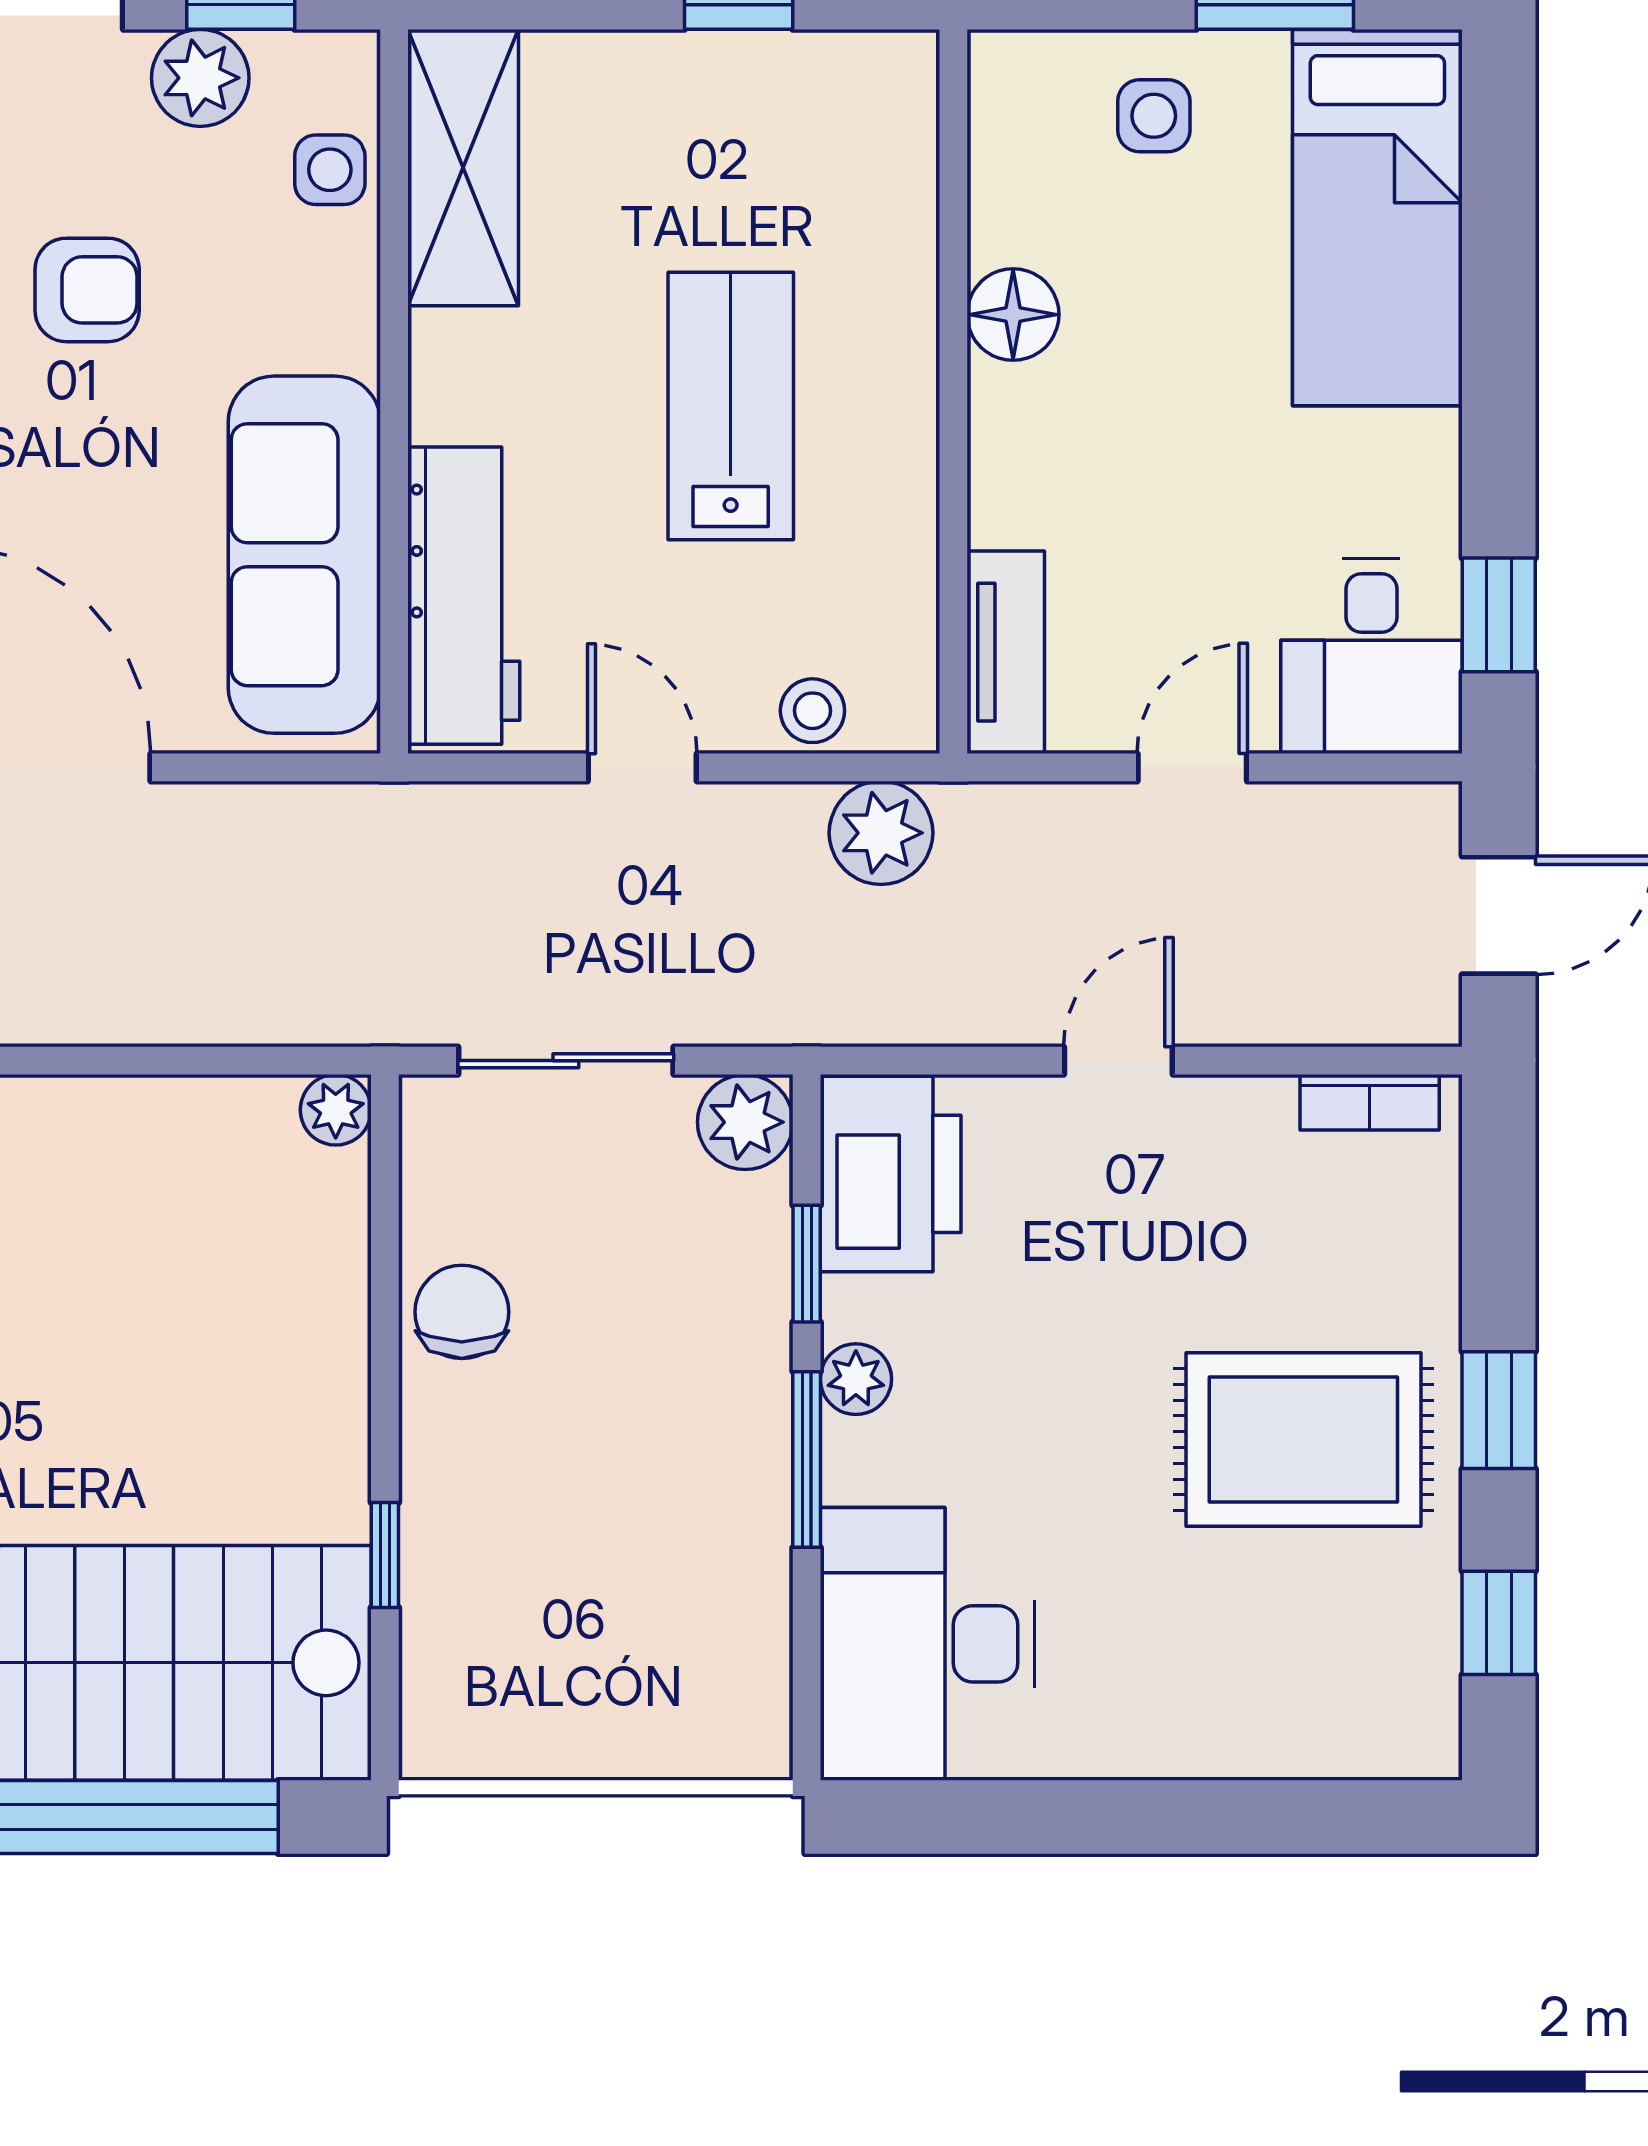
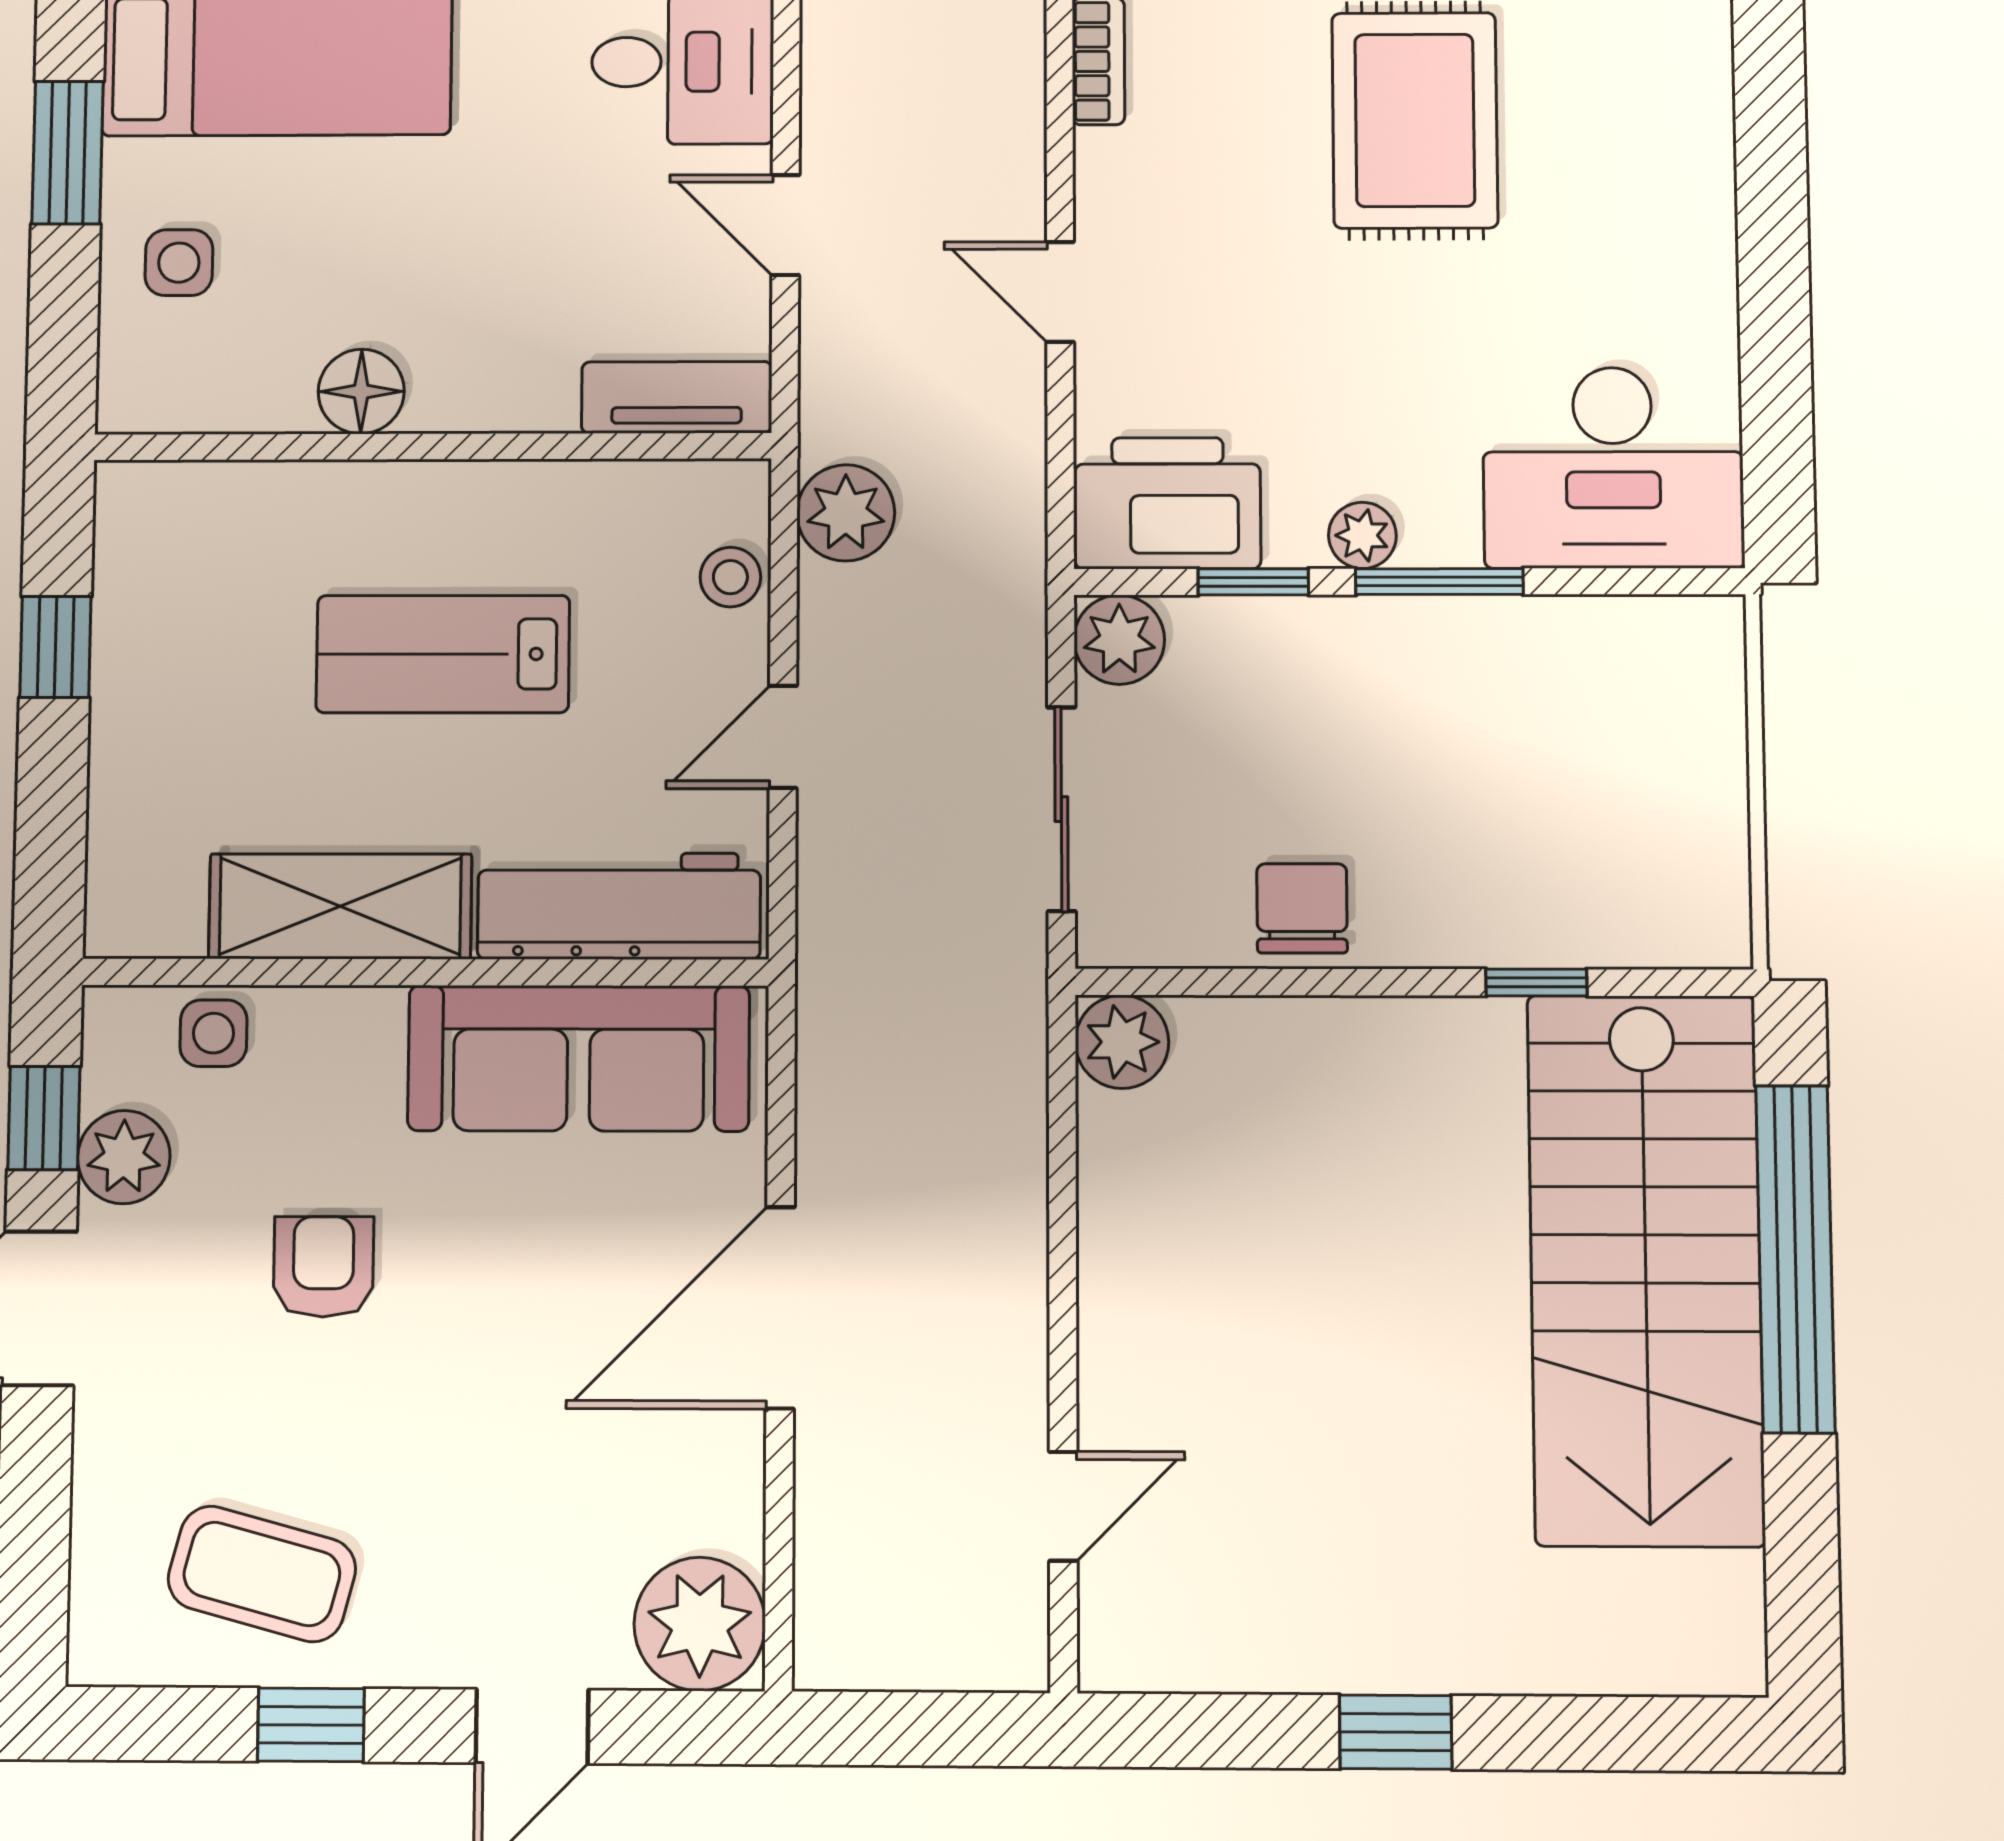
shelving: (463, 168) -> (340, 906), moved
plant: (336, 1110) -> (1122, 1042), width x1.38, depth x1.38
chair: (462, 1312) -> (1302, 908), turned 90

